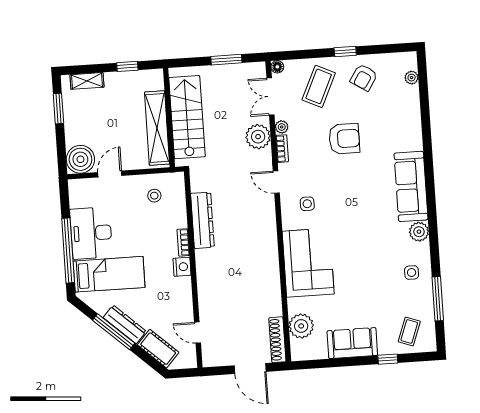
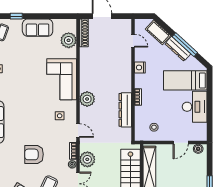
boiler: (80, 159) -> (198, 149), width x0.54, depth x0.54
plant: (265, 234) -> (87, 99), added
window: (68, 251) -> (210, 97), removed
nightstand: (182, 267) -> (140, 67), moved

